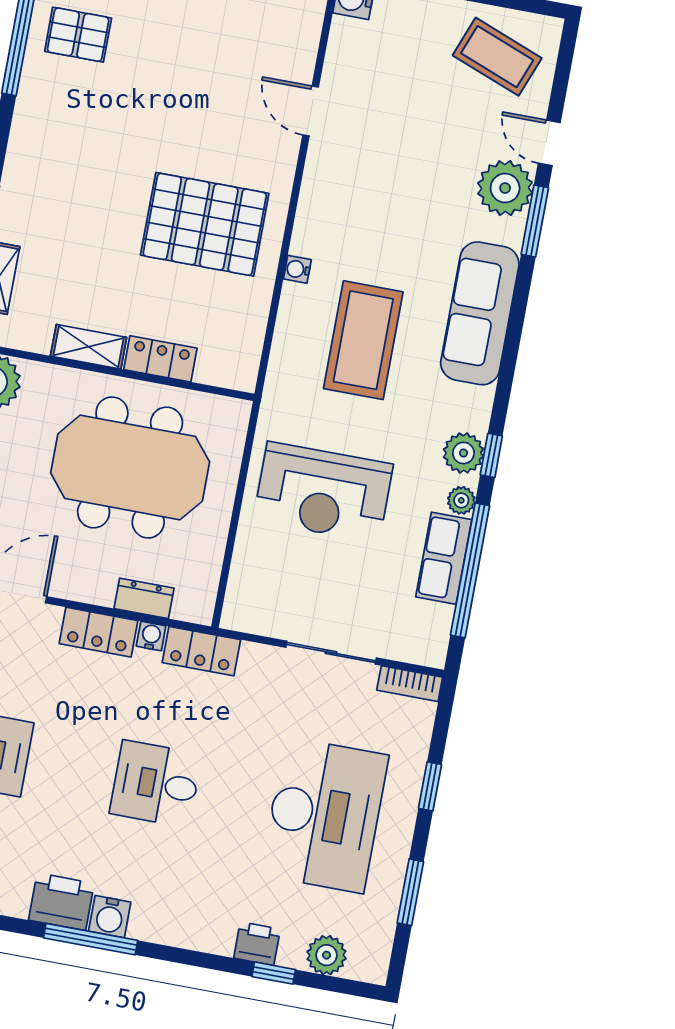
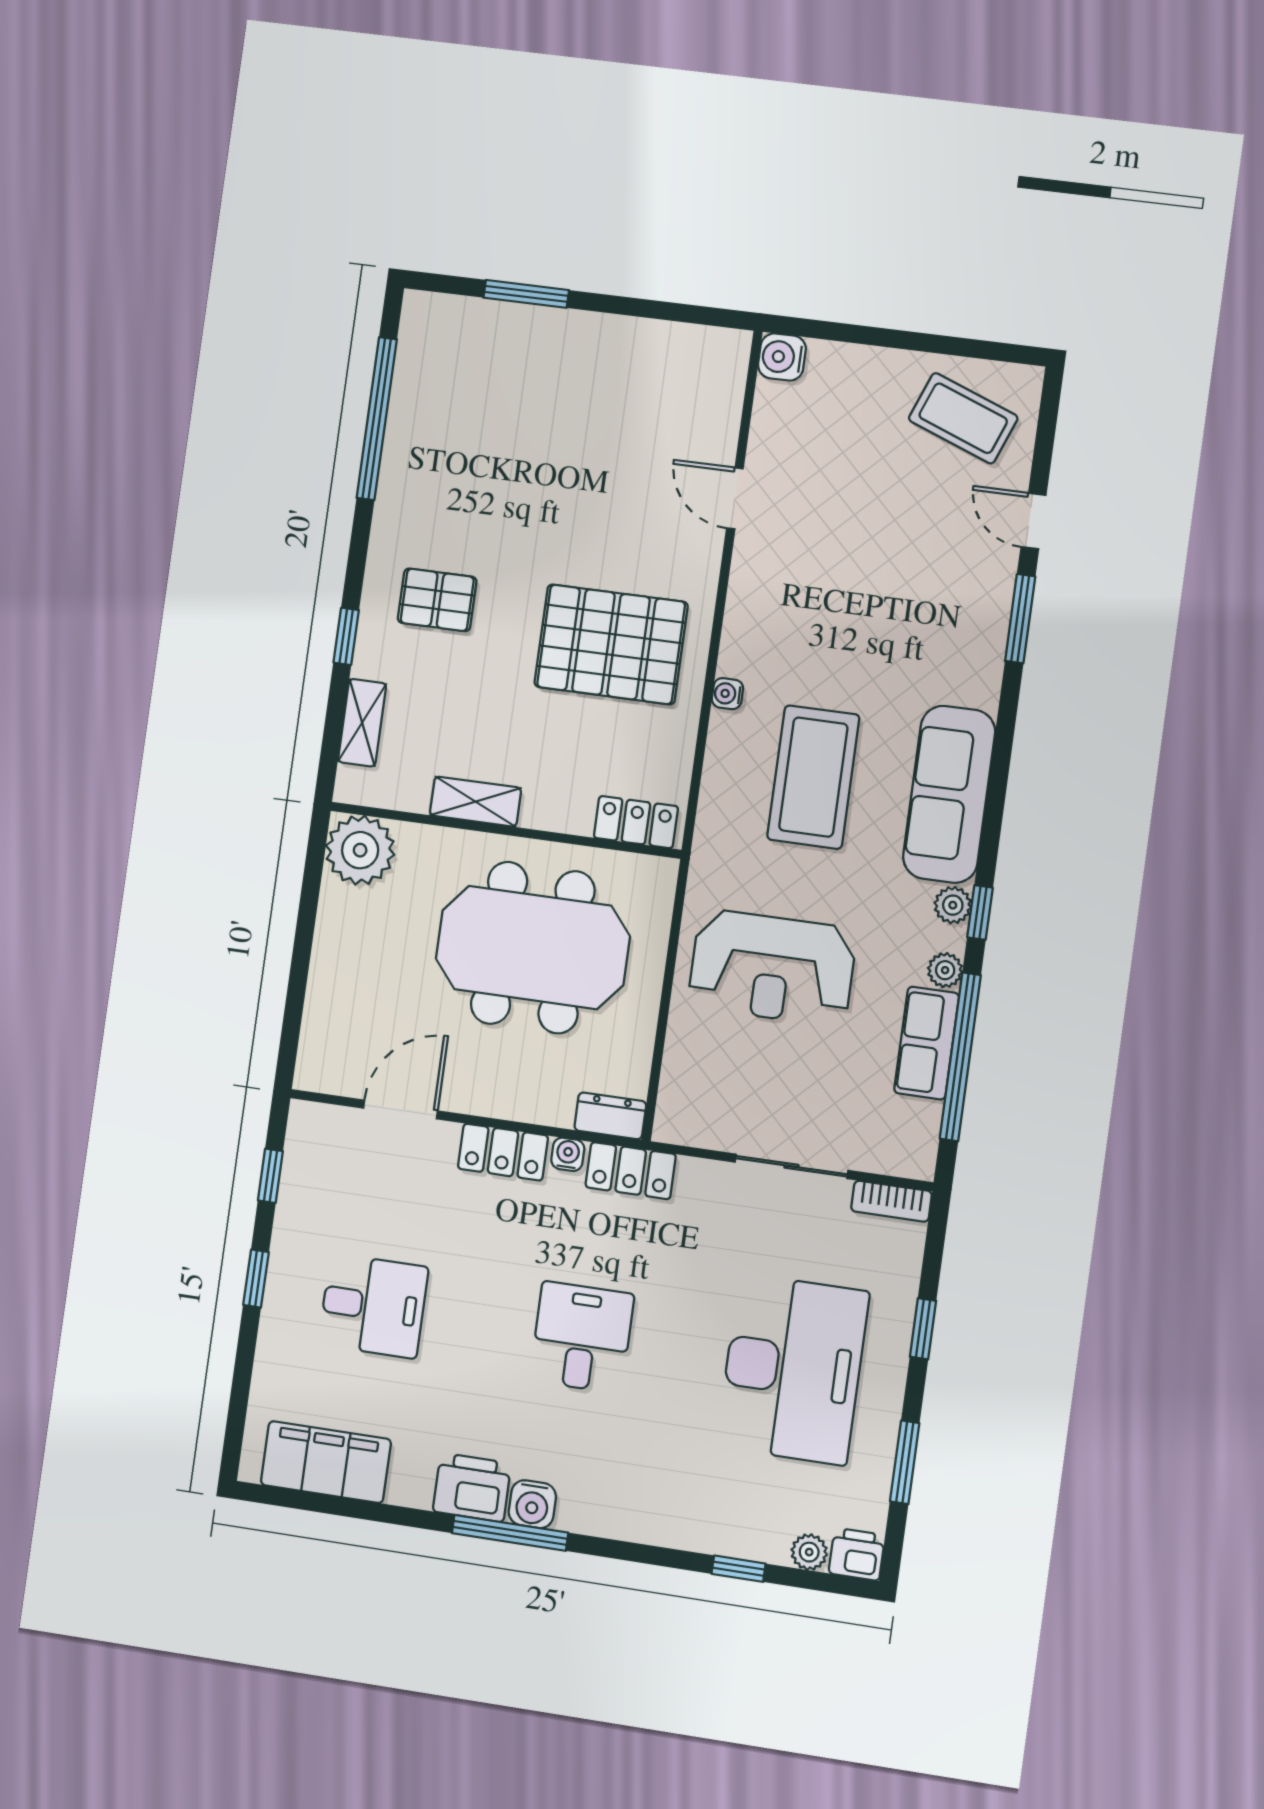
pallet: (78, 35) -> (437, 600), moved
plant: (505, 188) -> (981, 580), removed
sofa: (480, 313) -> (949, 794), moved
locker: (160, 359) -> (636, 822), moved
plant: (463, 453) -> (953, 905), width x0.73, depth x0.73
dresser: (144, 598) -> (610, 1116), moved
desk: (156, 784) -> (582, 1337), turned 90
printer: (257, 944) -> (857, 1554), moved
plant: (326, 955) -> (809, 1552), width x0.73, depth x0.73

